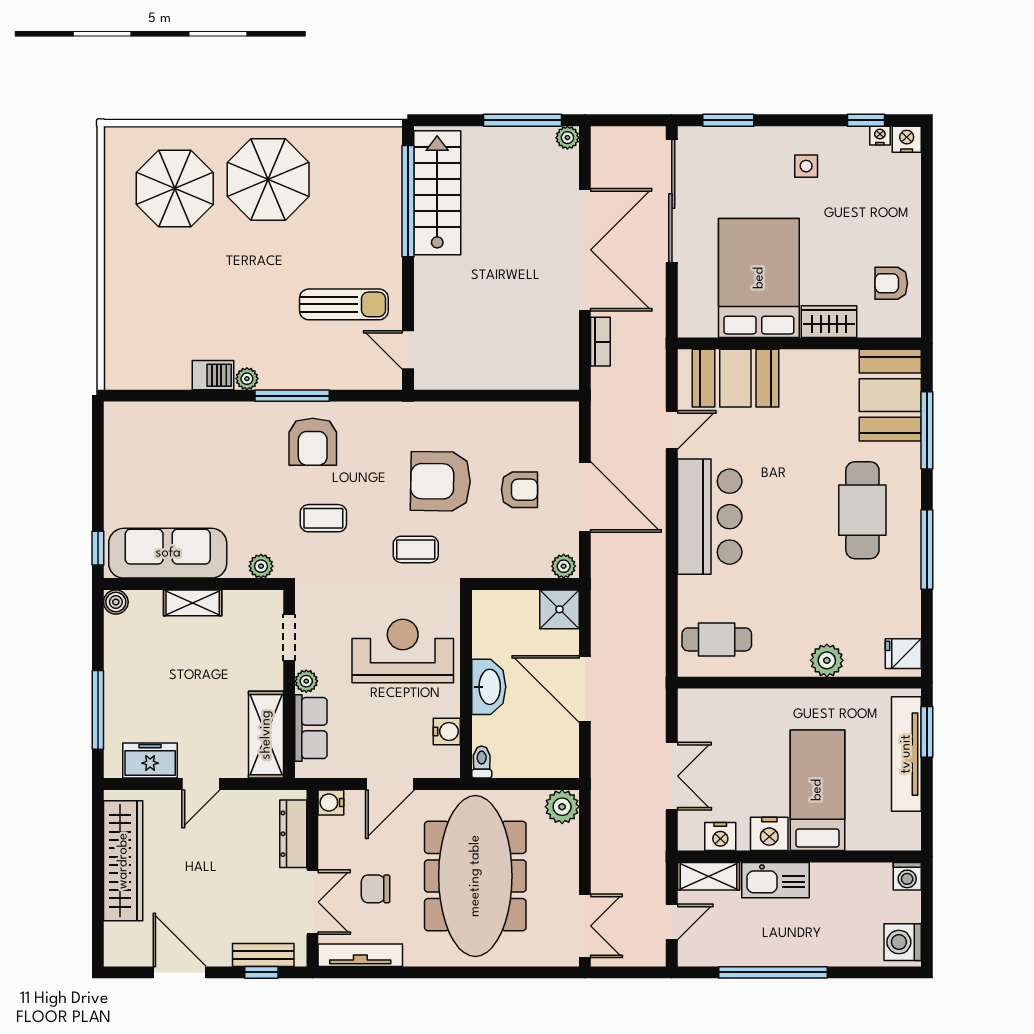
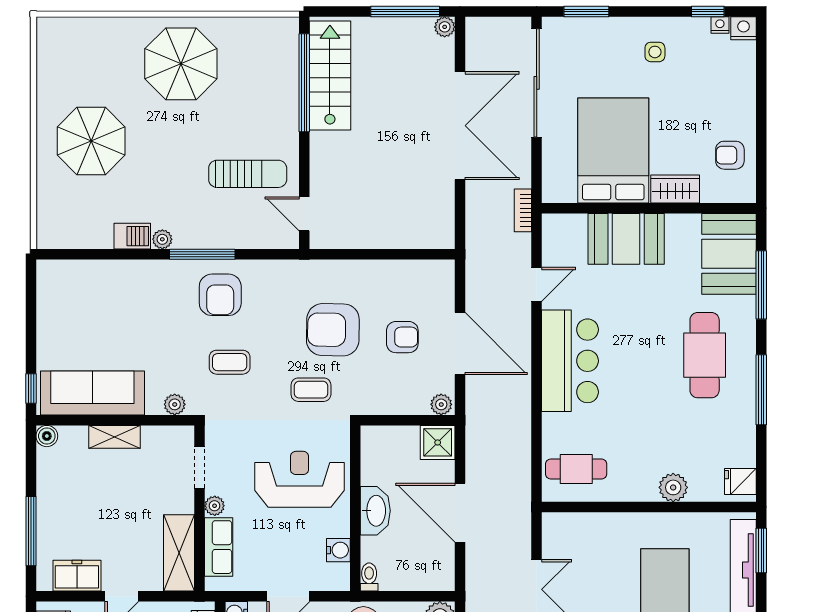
parasol: (175, 189) -> (91, 141), moved
bookcase: (600, 342) -> (523, 210), moved, turned 180
booth: (735, 378) -> (626, 239), moved

